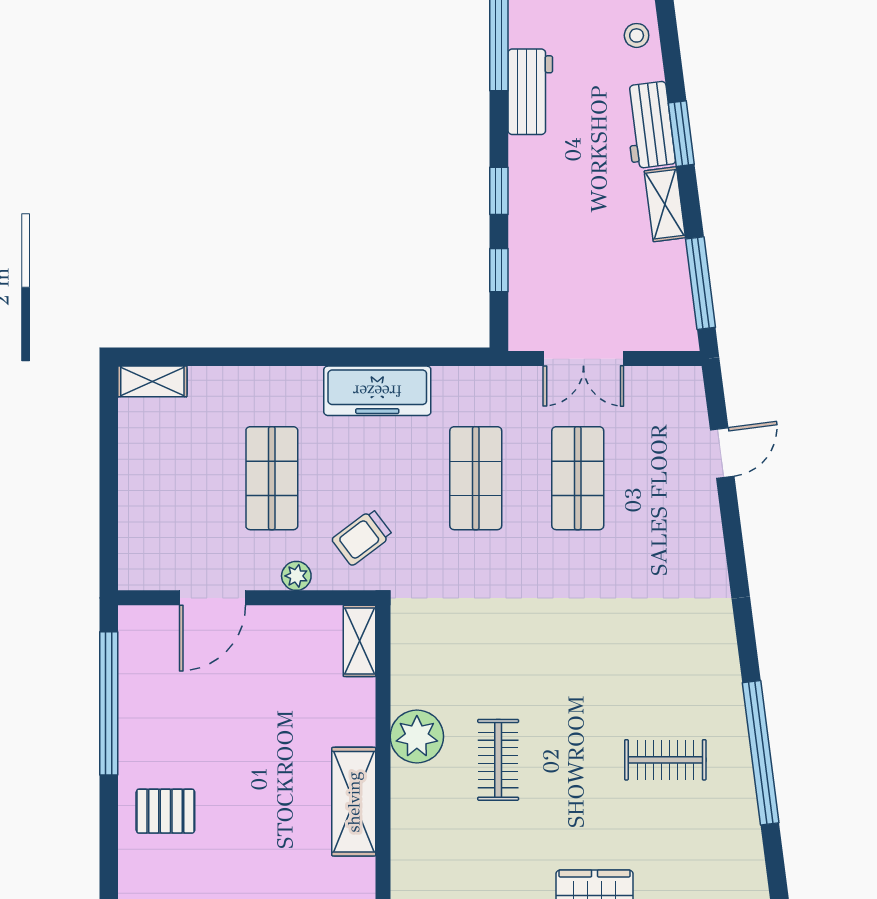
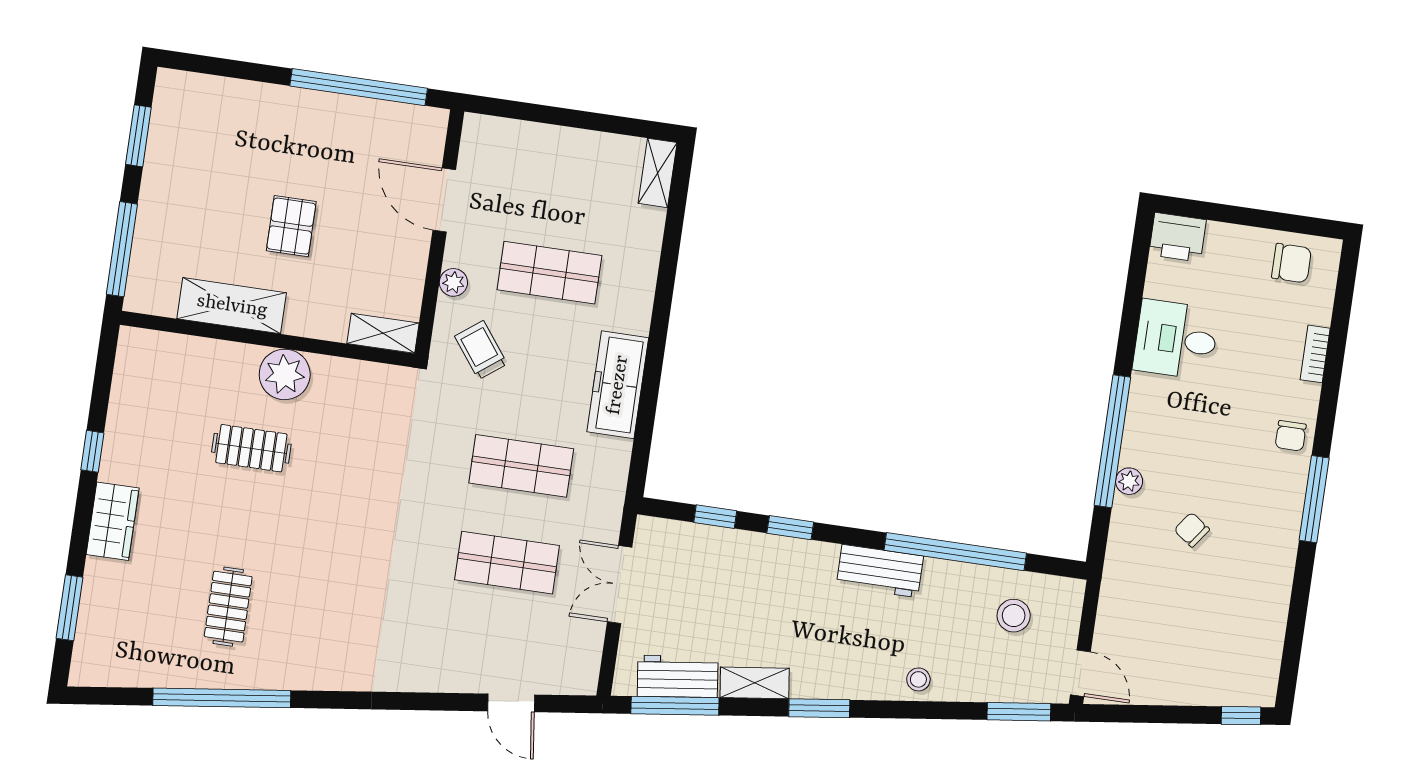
workbench: (649, 125) -> (678, 676), moved
pallet: (165, 811) -> (291, 226), moved

